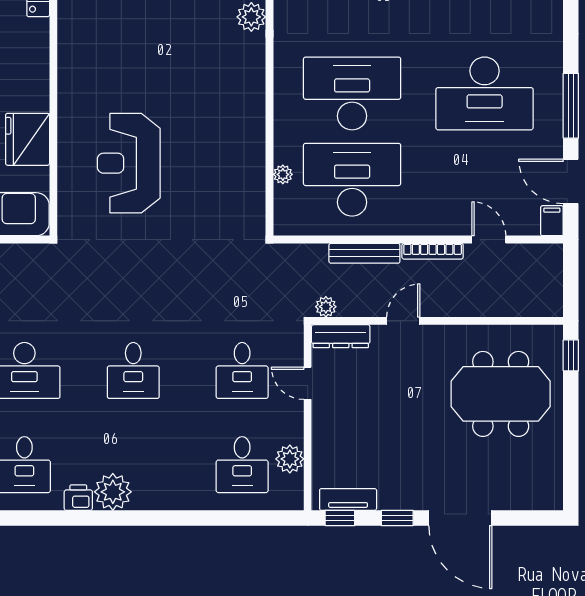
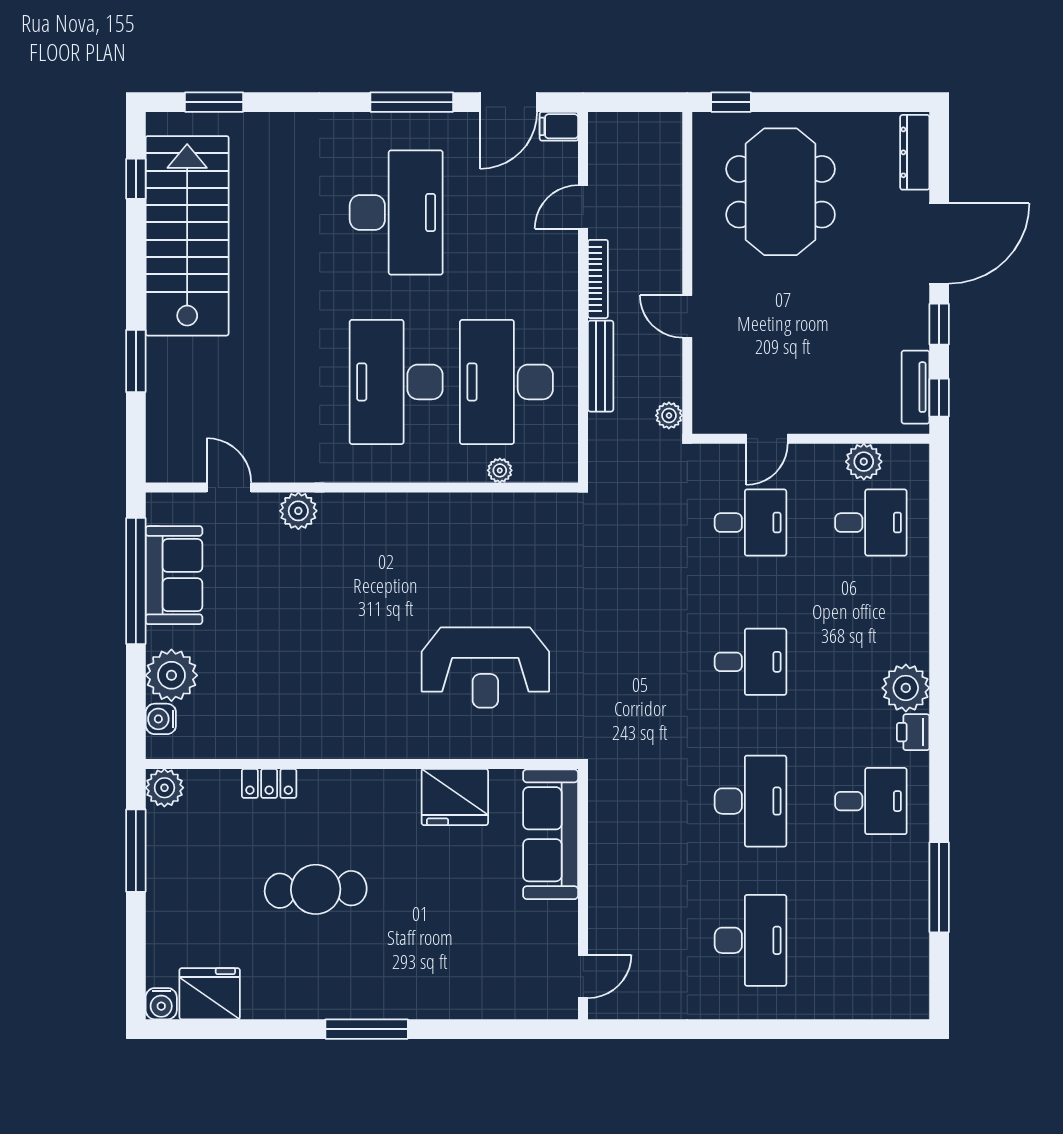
dresser: (341, 336) -> (915, 152), moved, turned 180

